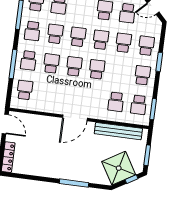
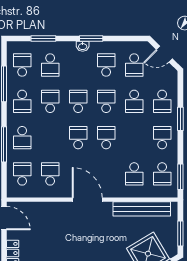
school desk: (124, 43) -> (134, 101), turned 180
school desk: (146, 46) -> (162, 101), turned 180
school desk: (51, 63) -> (50, 174), moved
door: (75, 118) -> (87, 200), swing flipped

